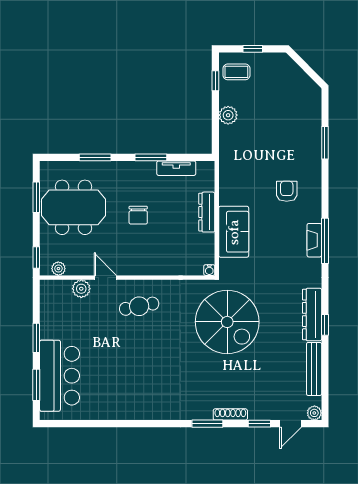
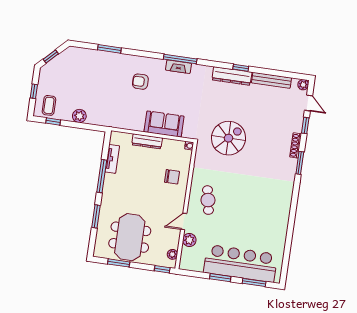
window: (303, 65) -> (51, 57), added
window: (151, 157) -> (102, 176), width x1.44
chair: (138, 215) -> (172, 177), moved
spiral stairs: (227, 322) -> (228, 138), width x0.73, depth x0.73
bar counter: (60, 376) -> (240, 263), width x1.36

